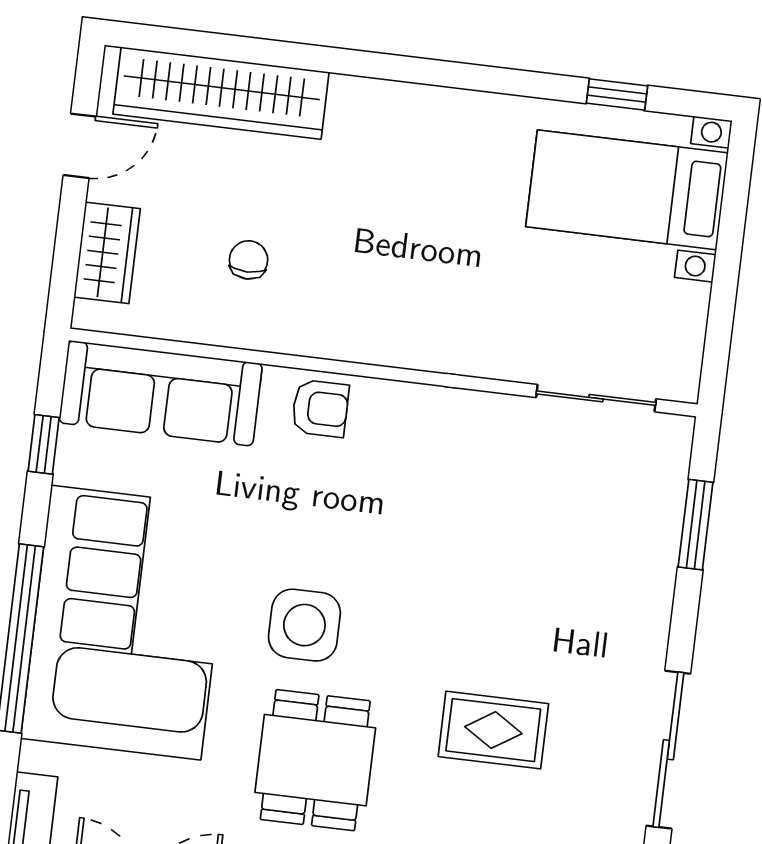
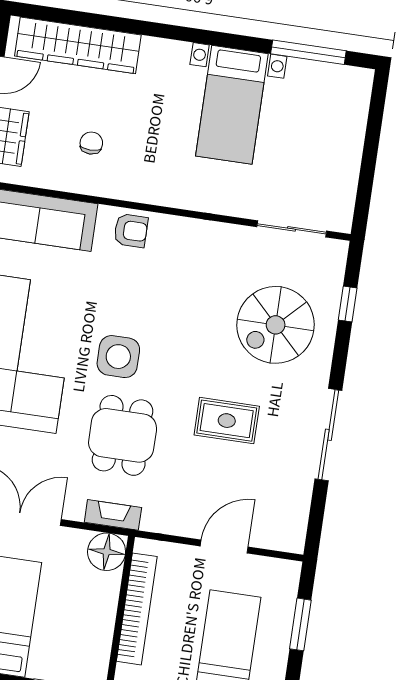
window: (617, 94) -> (308, 52), width x2.17
bed with nightstands: (627, 190) -> (232, 105), moved, turned -90
window: (696, 525) -> (348, 304), width x0.67
spiral stairs: (573, 564) -> (276, 325), added

